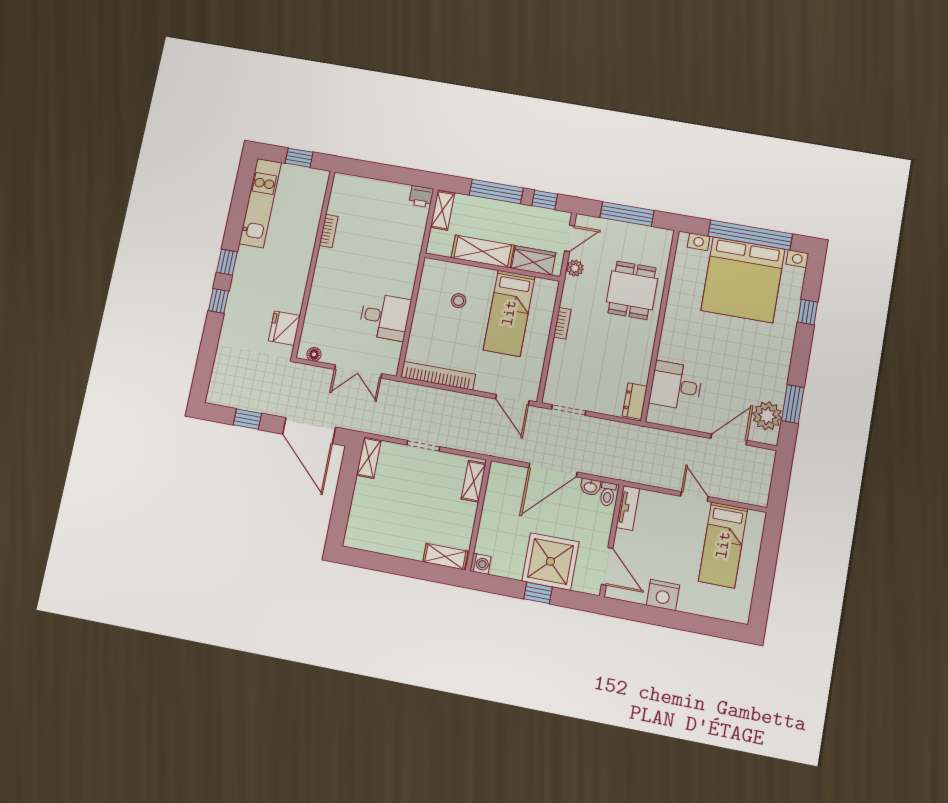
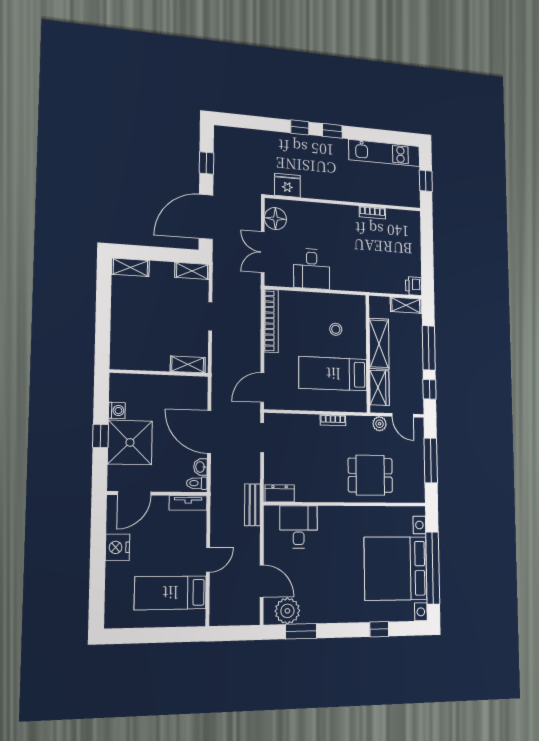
floor lamp: (314, 354) -> (275, 219), width x1.89, depth x1.89
bench: (642, 435) -> (252, 505), added
shelving: (445, 557) -> (130, 267), moved, turned 90
washing machine: (481, 564) -> (117, 410), moved, turned -90

